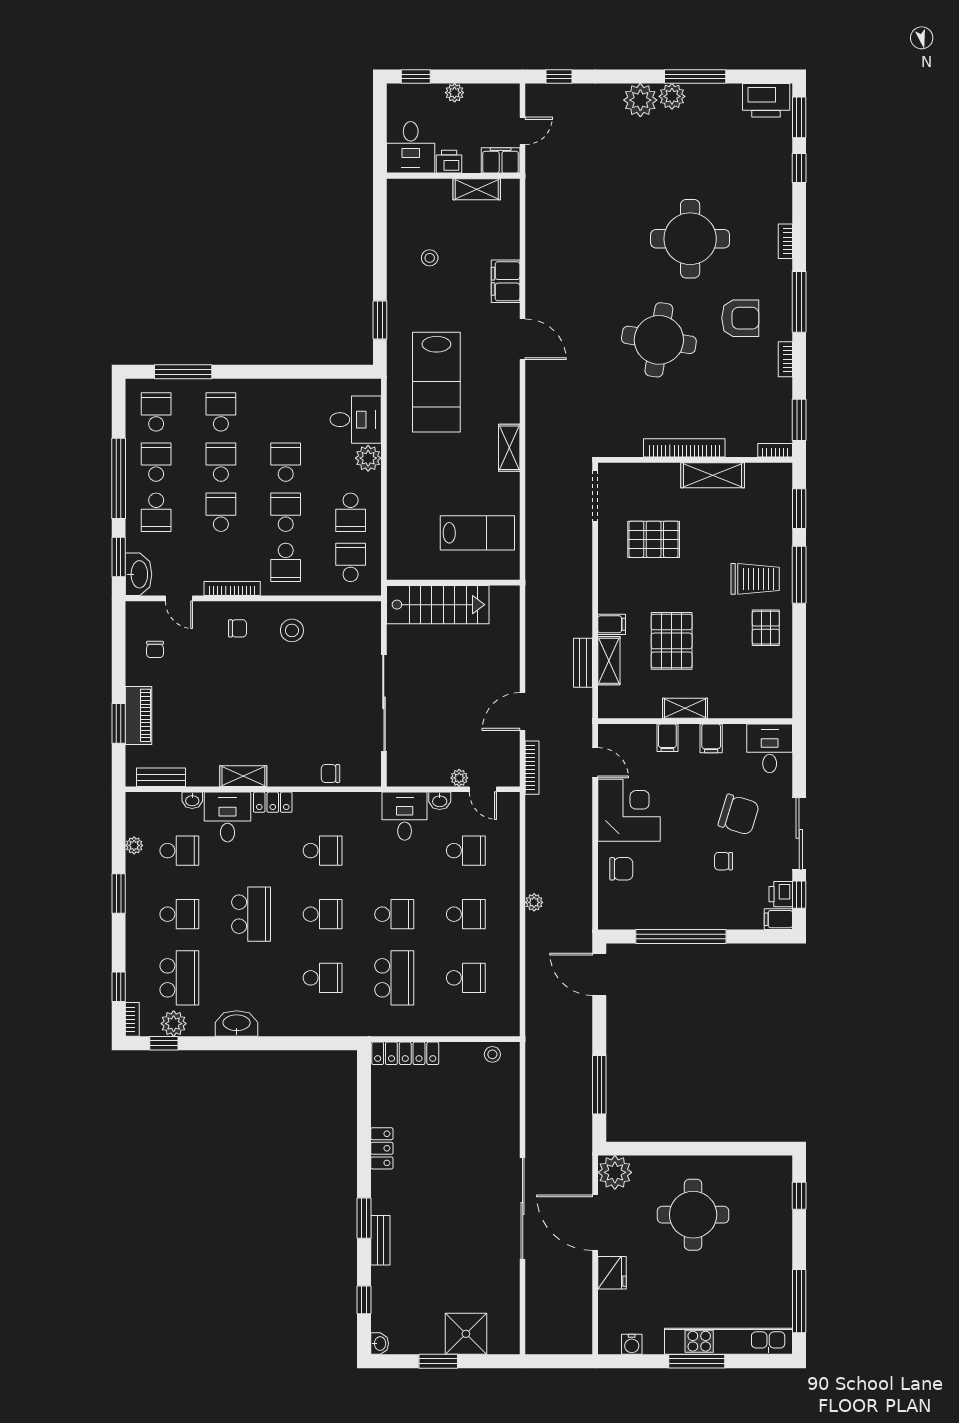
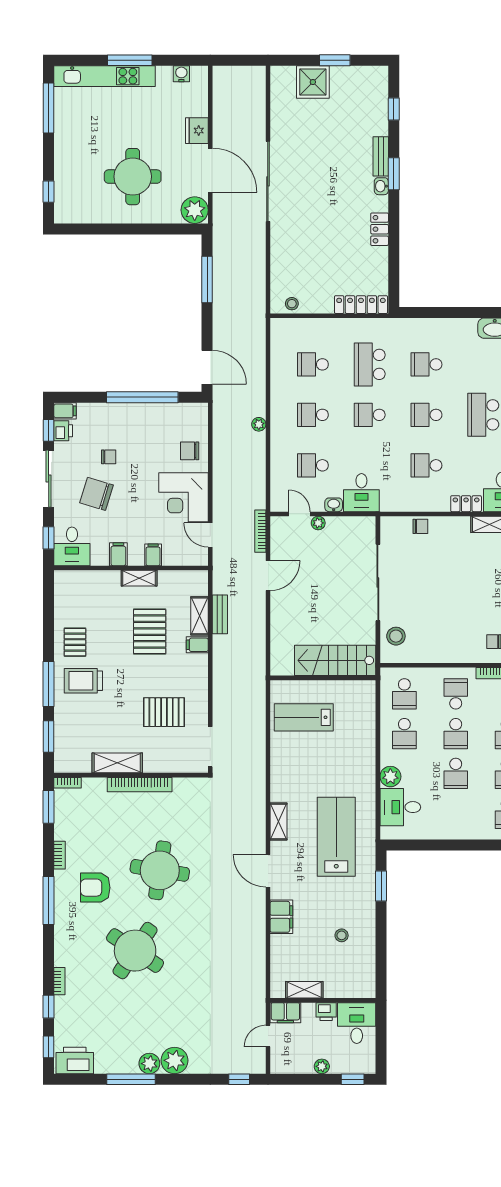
window: (799, 117) -> (49, 1047), width x0.67
round table: (690, 239) -> (135, 951), turned 34
bookcase: (785, 241) -> (59, 981), moved
shelving: (509, 448) -> (279, 822), moved
school desk: (351, 512) -> (404, 734), turned 180
stool: (292, 630) -> (396, 636), moved
window: (799, 759) -> (49, 538), added
washbasin: (380, 1344) -> (381, 186), moved

